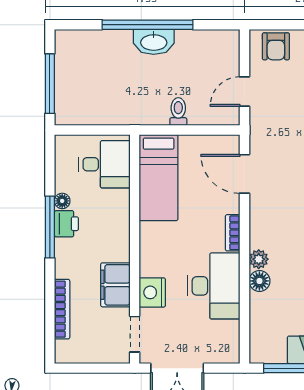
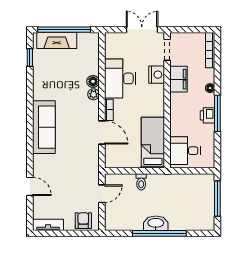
door: (245, 174) -> (102, 132), moved
floor lamp: (62, 201) -> (210, 88), moved
bookcase: (62, 309) -> (210, 50), moved

